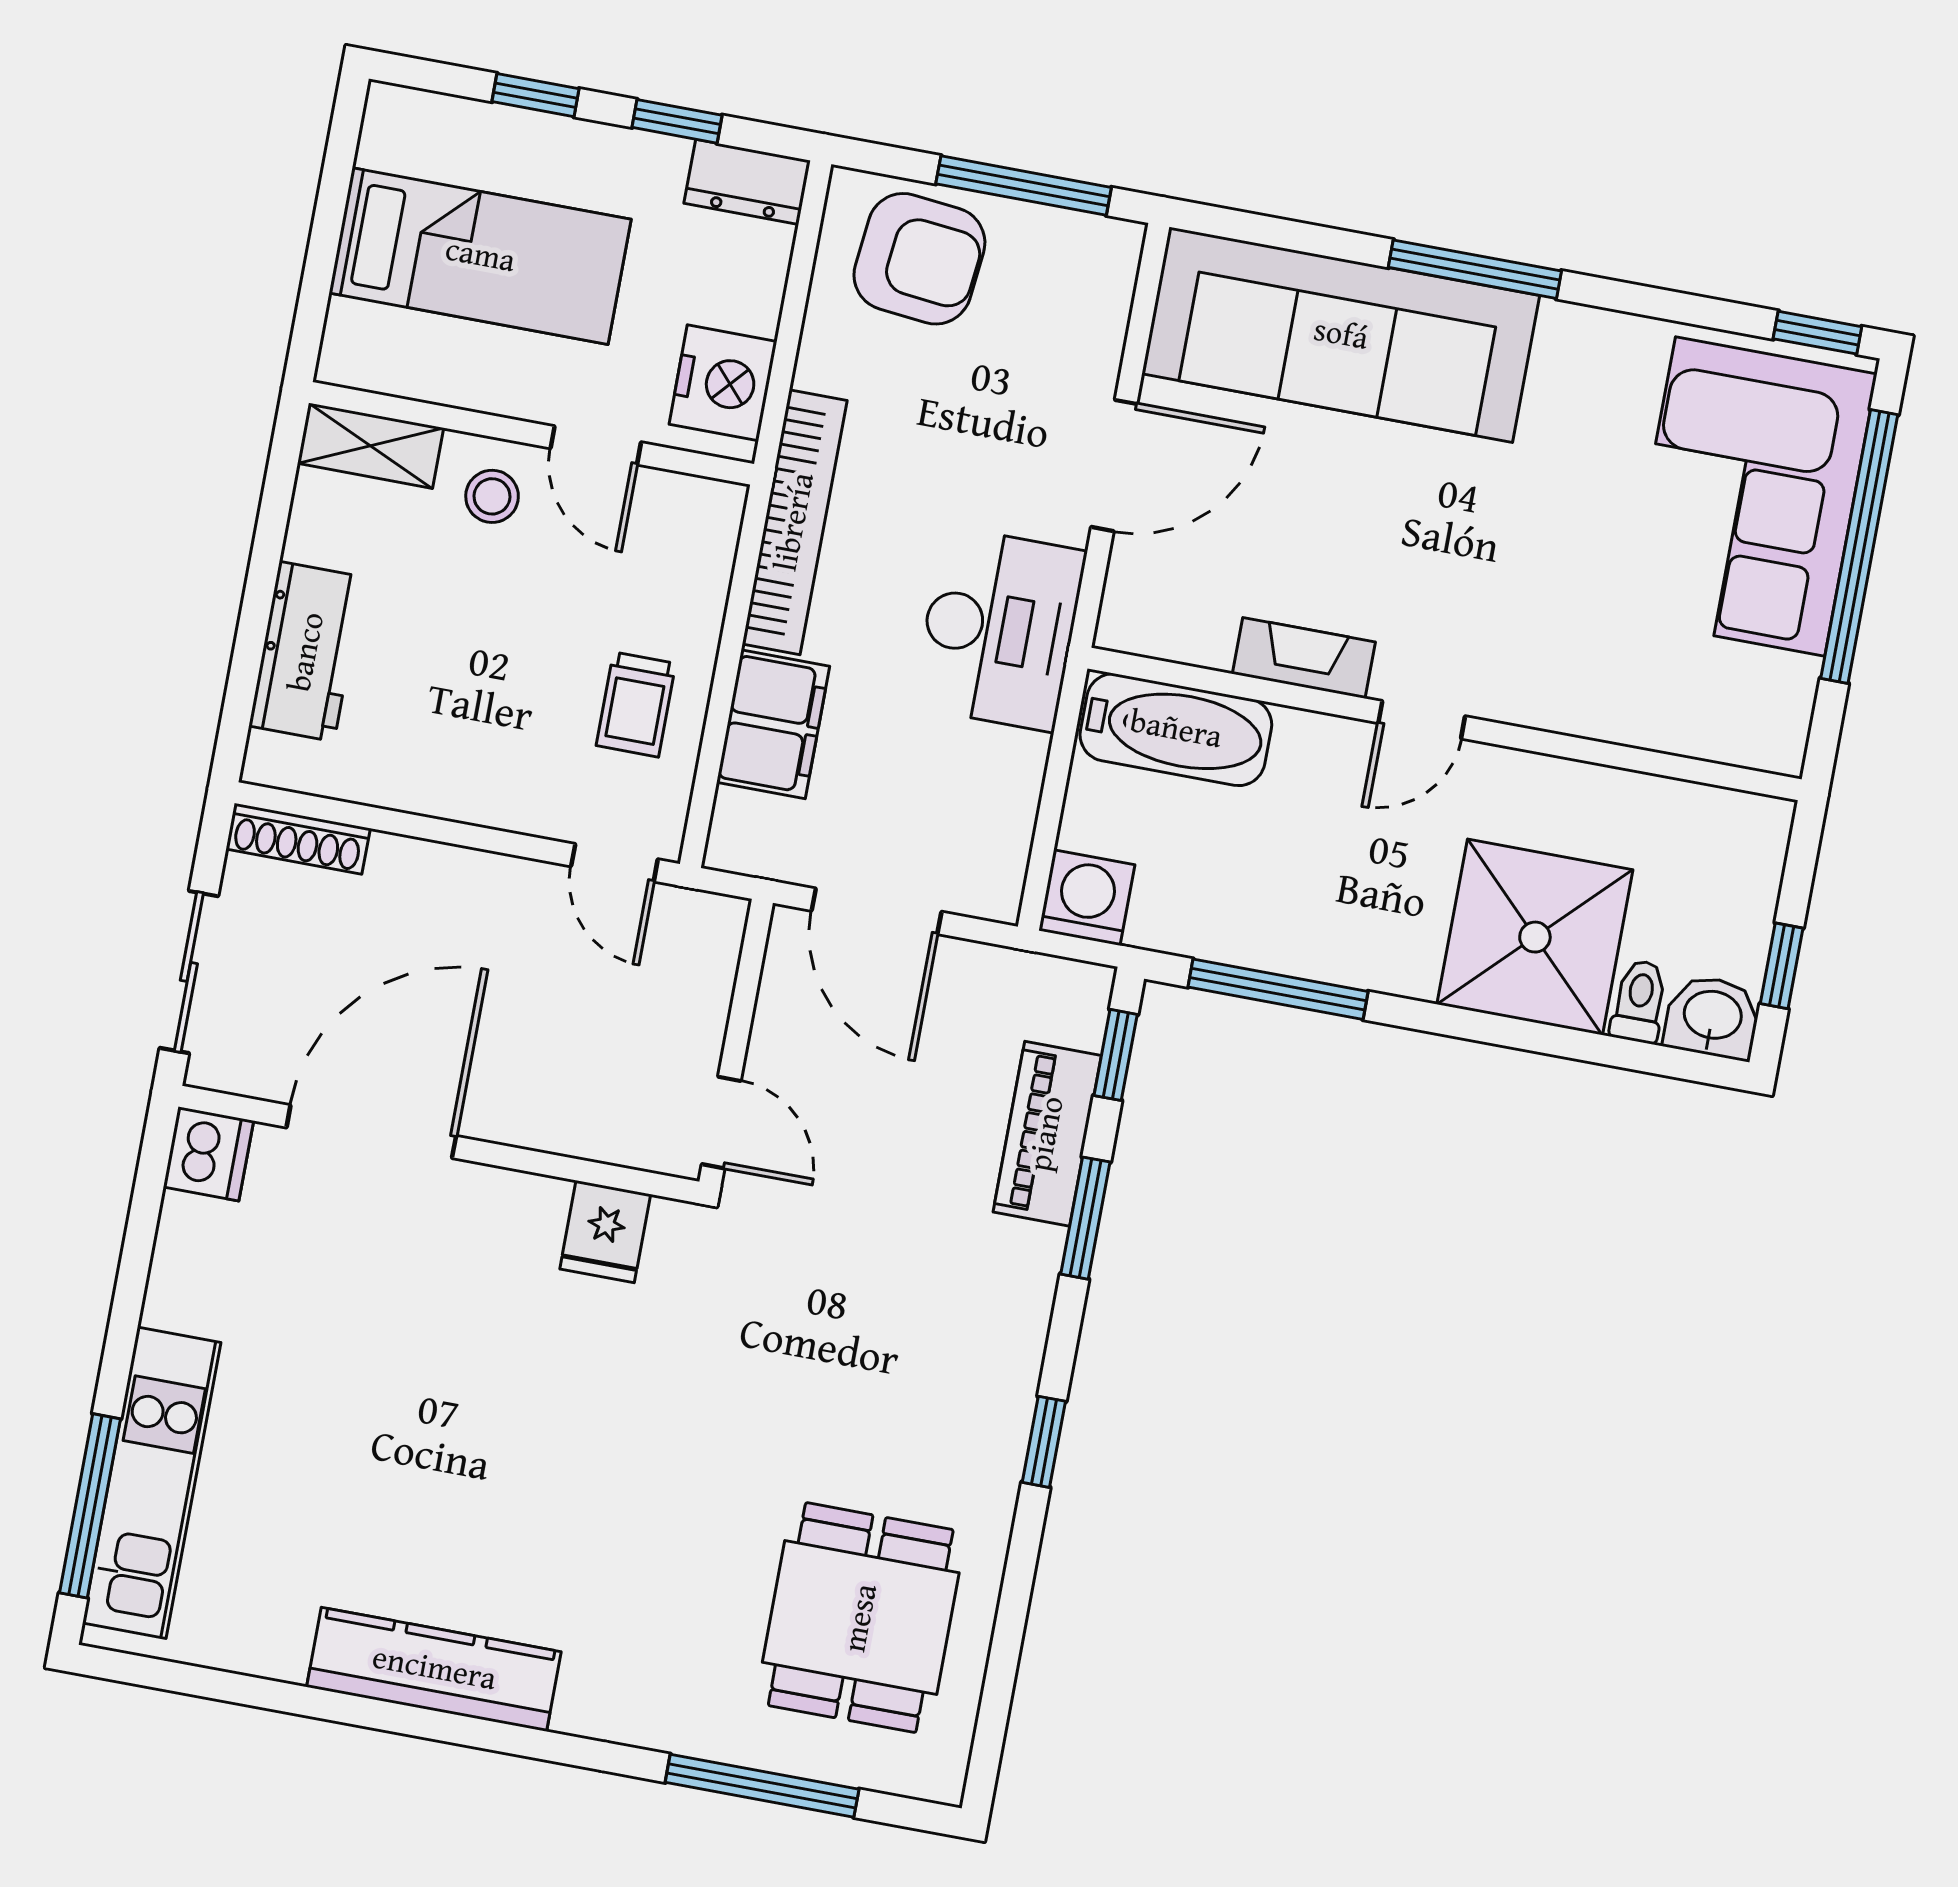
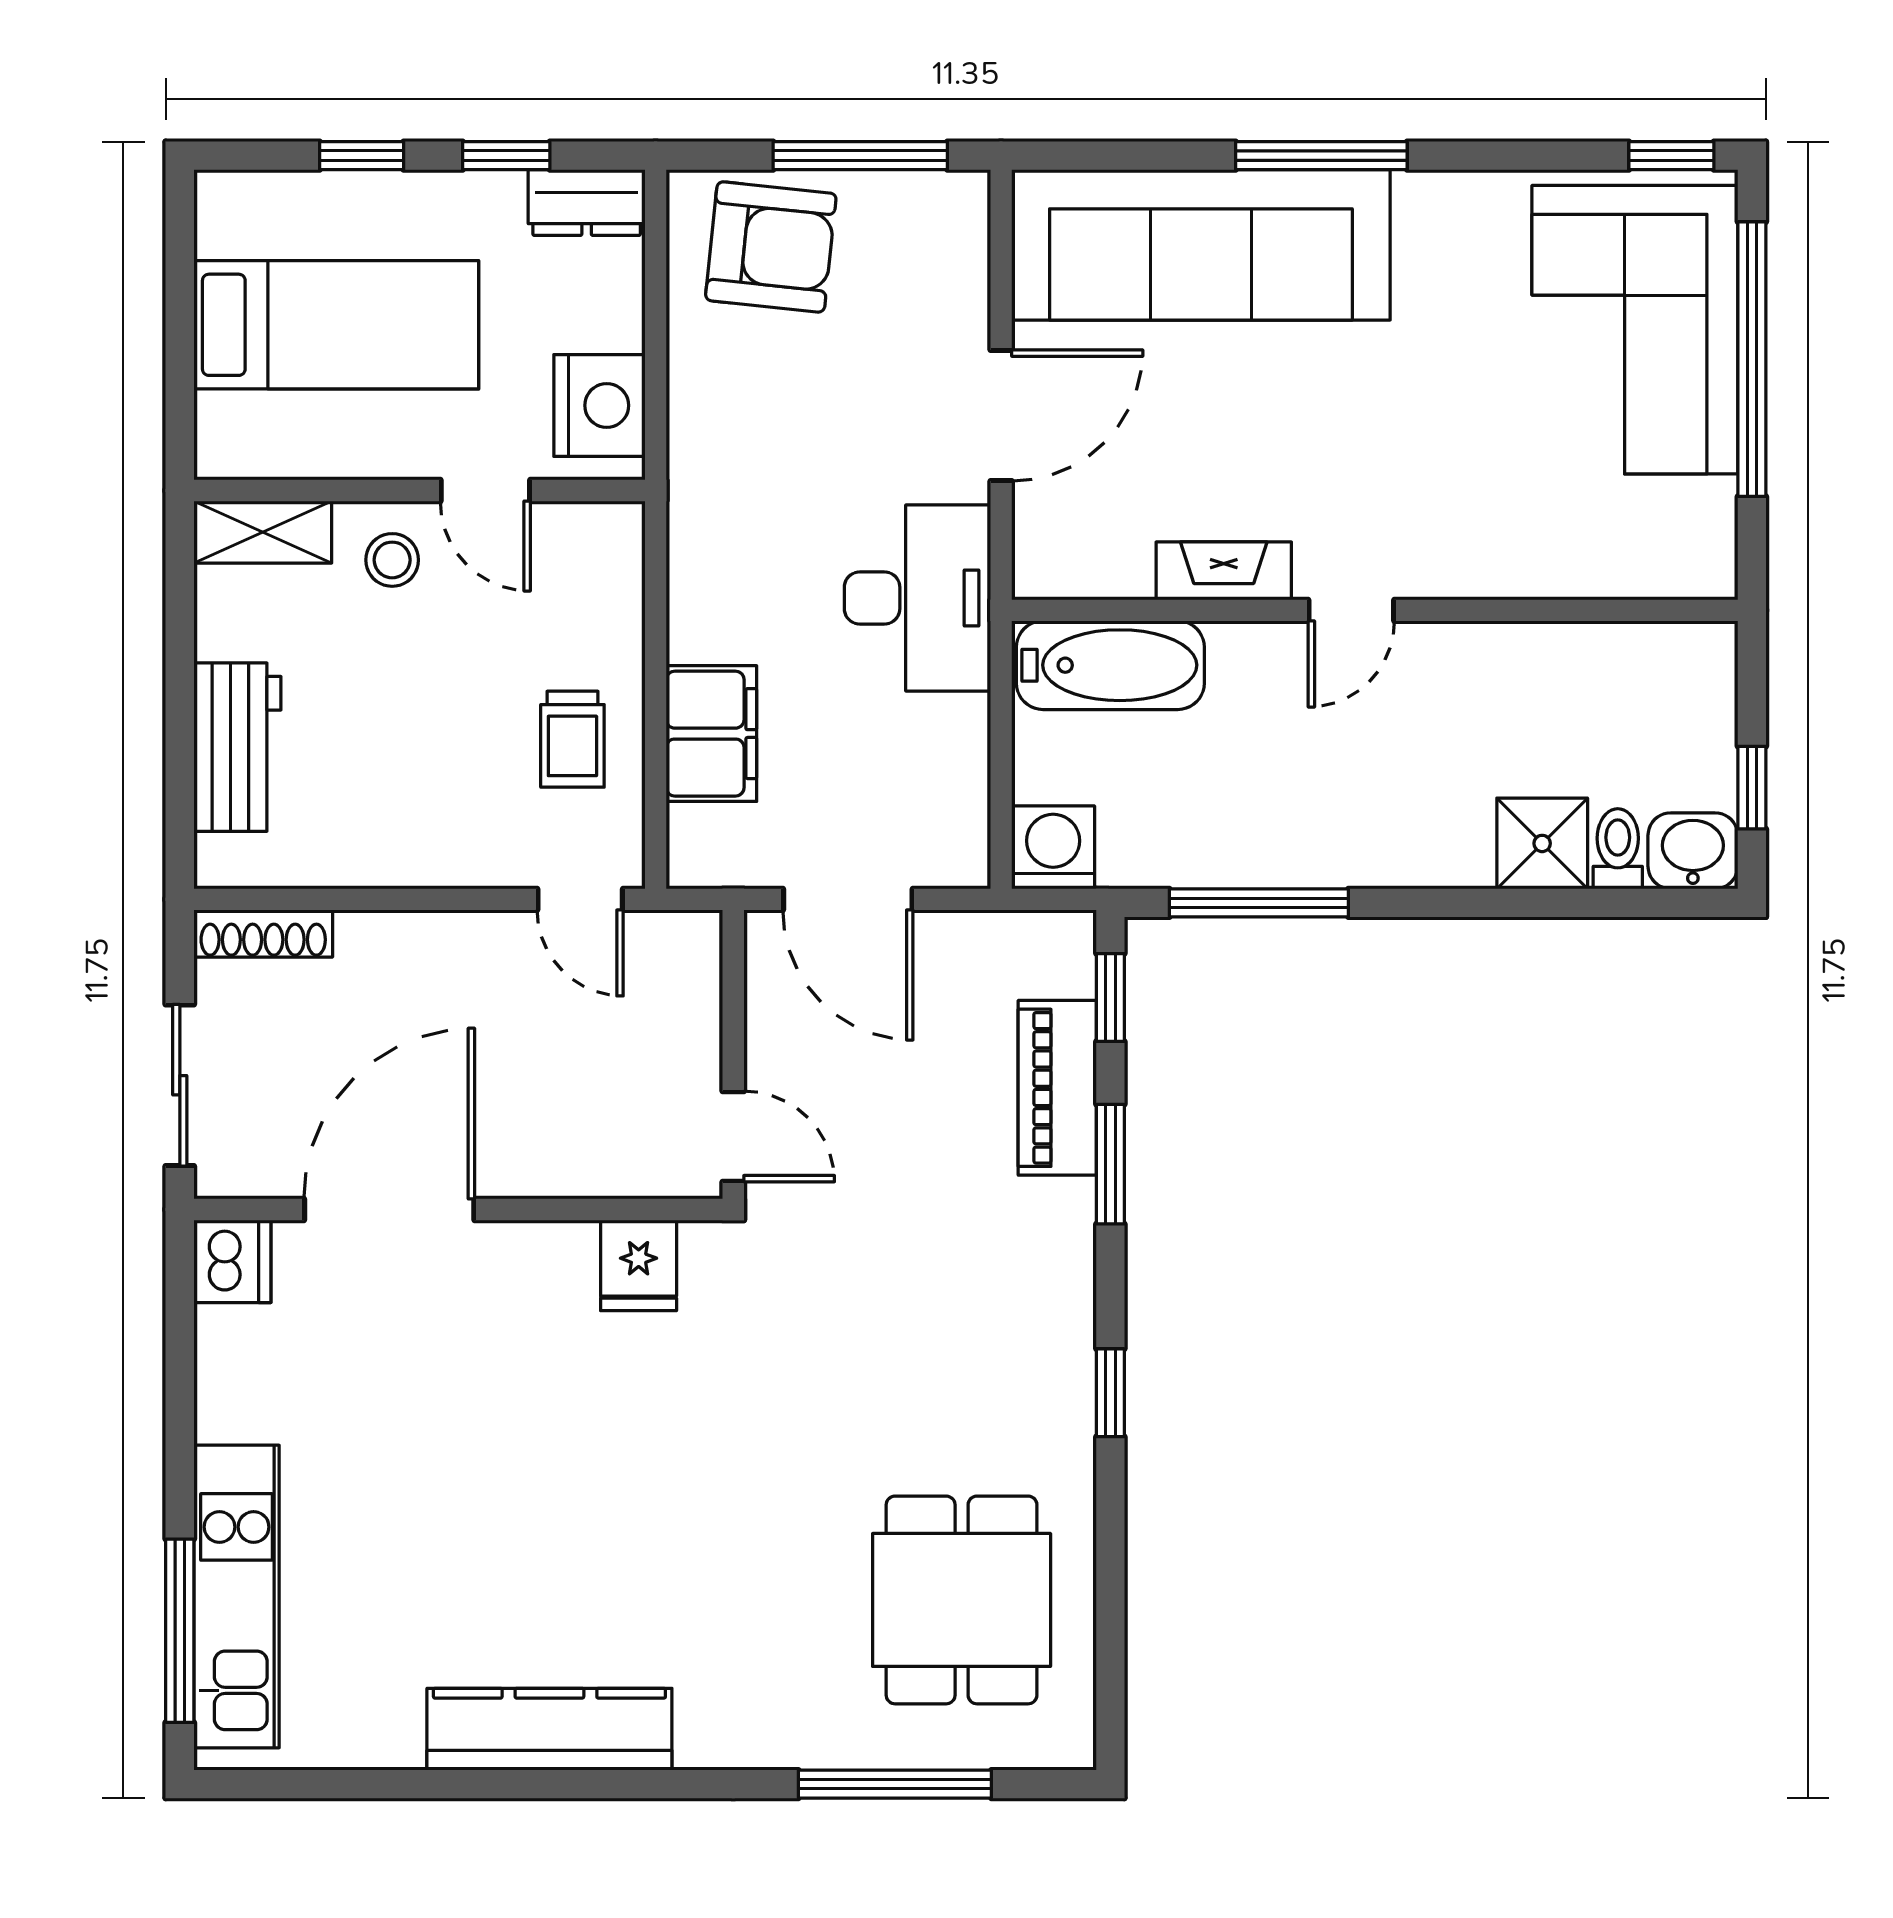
bookcase: (795, 522) -> (696, 530), removed
shower: (1535, 937) -> (1542, 843), width x0.54, depth x0.54

